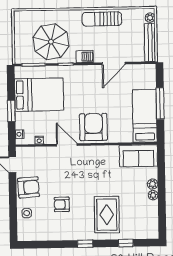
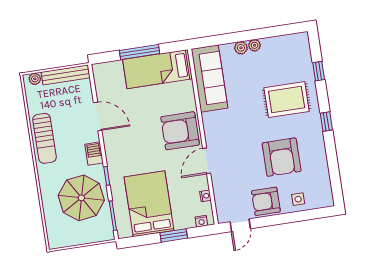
sofa: (138, 156) -> (209, 79), width x1.36
armchair: (28, 187) -> (266, 201), turned -86
armchair: (62, 204) -> (282, 157), width x1.88, depth x1.88

